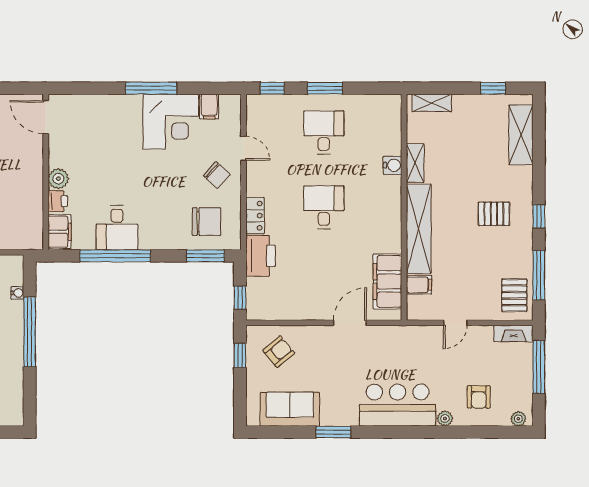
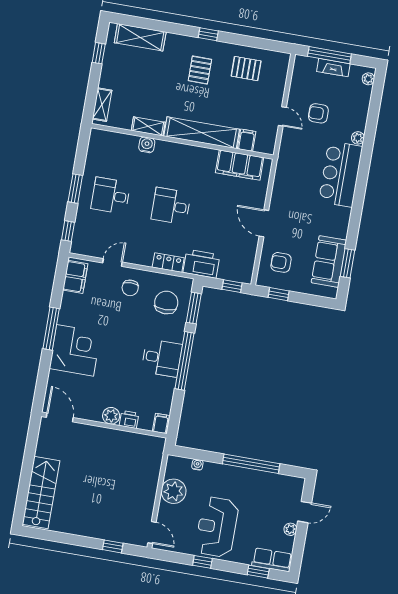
filing cabinet: (209, 107) -> (75, 277), width x2.00
door: (46, 117) -> (60, 417), swing flipped
corner desk: (171, 122) -> (75, 350), moved
chair: (217, 175) -> (130, 288), turned 137
desk: (117, 228) -> (162, 358), moved
filing cabinet: (59, 232) -> (161, 423), width x0.50
window: (115, 256) -> (185, 361), moved
window: (539, 275) -> (256, 42), removed
pallet: (514, 295) -> (246, 69), moved
door: (350, 323) -> (264, 223), moved
window: (30, 332) -> (251, 464), moved
fireplace: (514, 333) -> (333, 68), moved, turned 90
armchair: (279, 352) -> (281, 262), turned -50
armchair: (479, 397) -> (318, 113), moved, turned 180
window: (333, 432) -> (348, 263), moved

